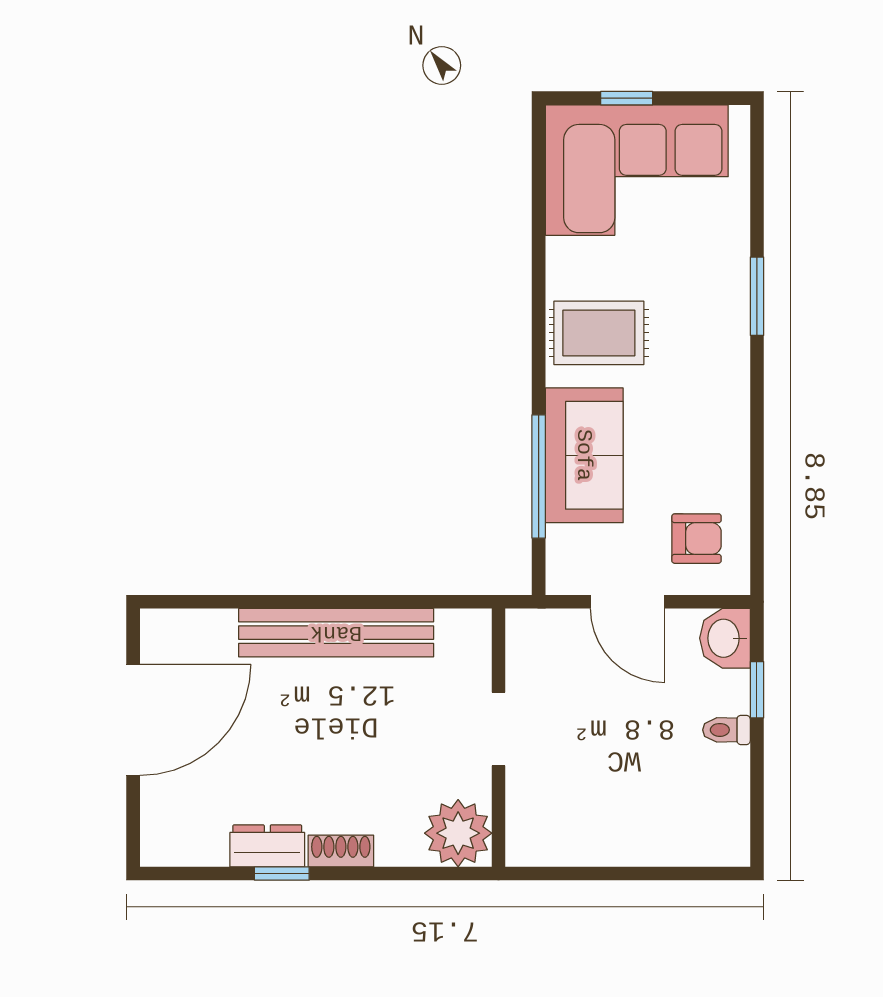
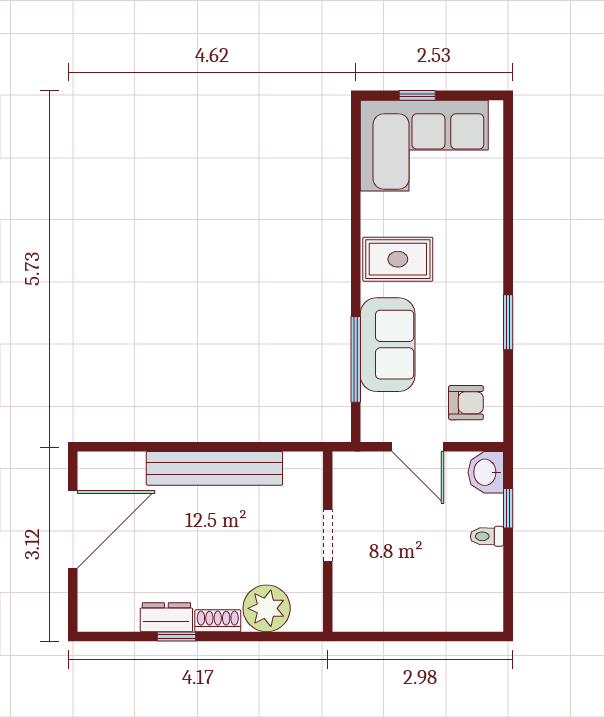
window: (757, 296) -> (508, 322), moved
plant: (458, 833) -> (267, 608), moved

